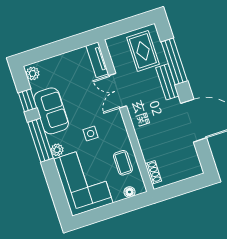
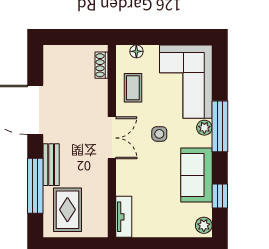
double door: (118, 91) -> (112, 138), moved
window: (40, 140) -> (220, 126), moved

